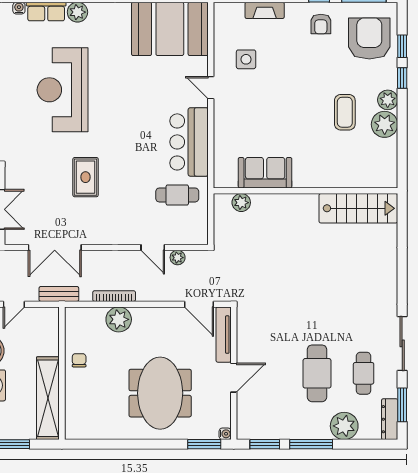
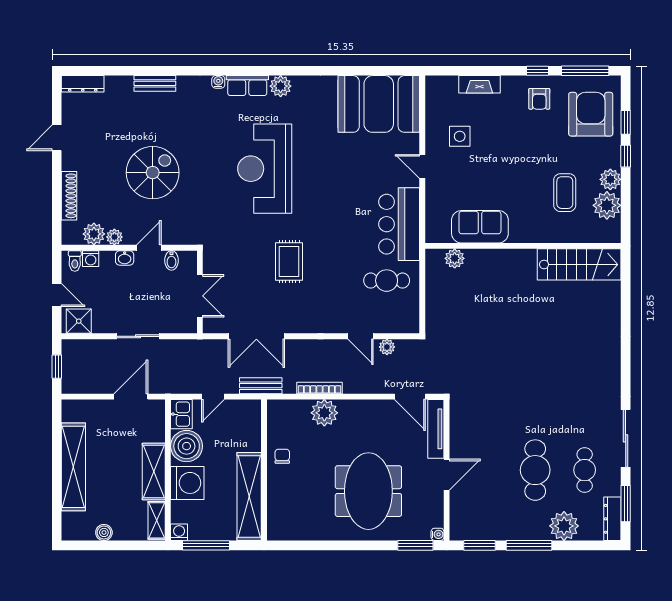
sofa: (265, 173) -> (480, 227), moved
wall: (306, 191) -> (523, 246), moved
plant: (241, 203) -> (455, 258), moved
stairs: (358, 208) -> (579, 264), moved

